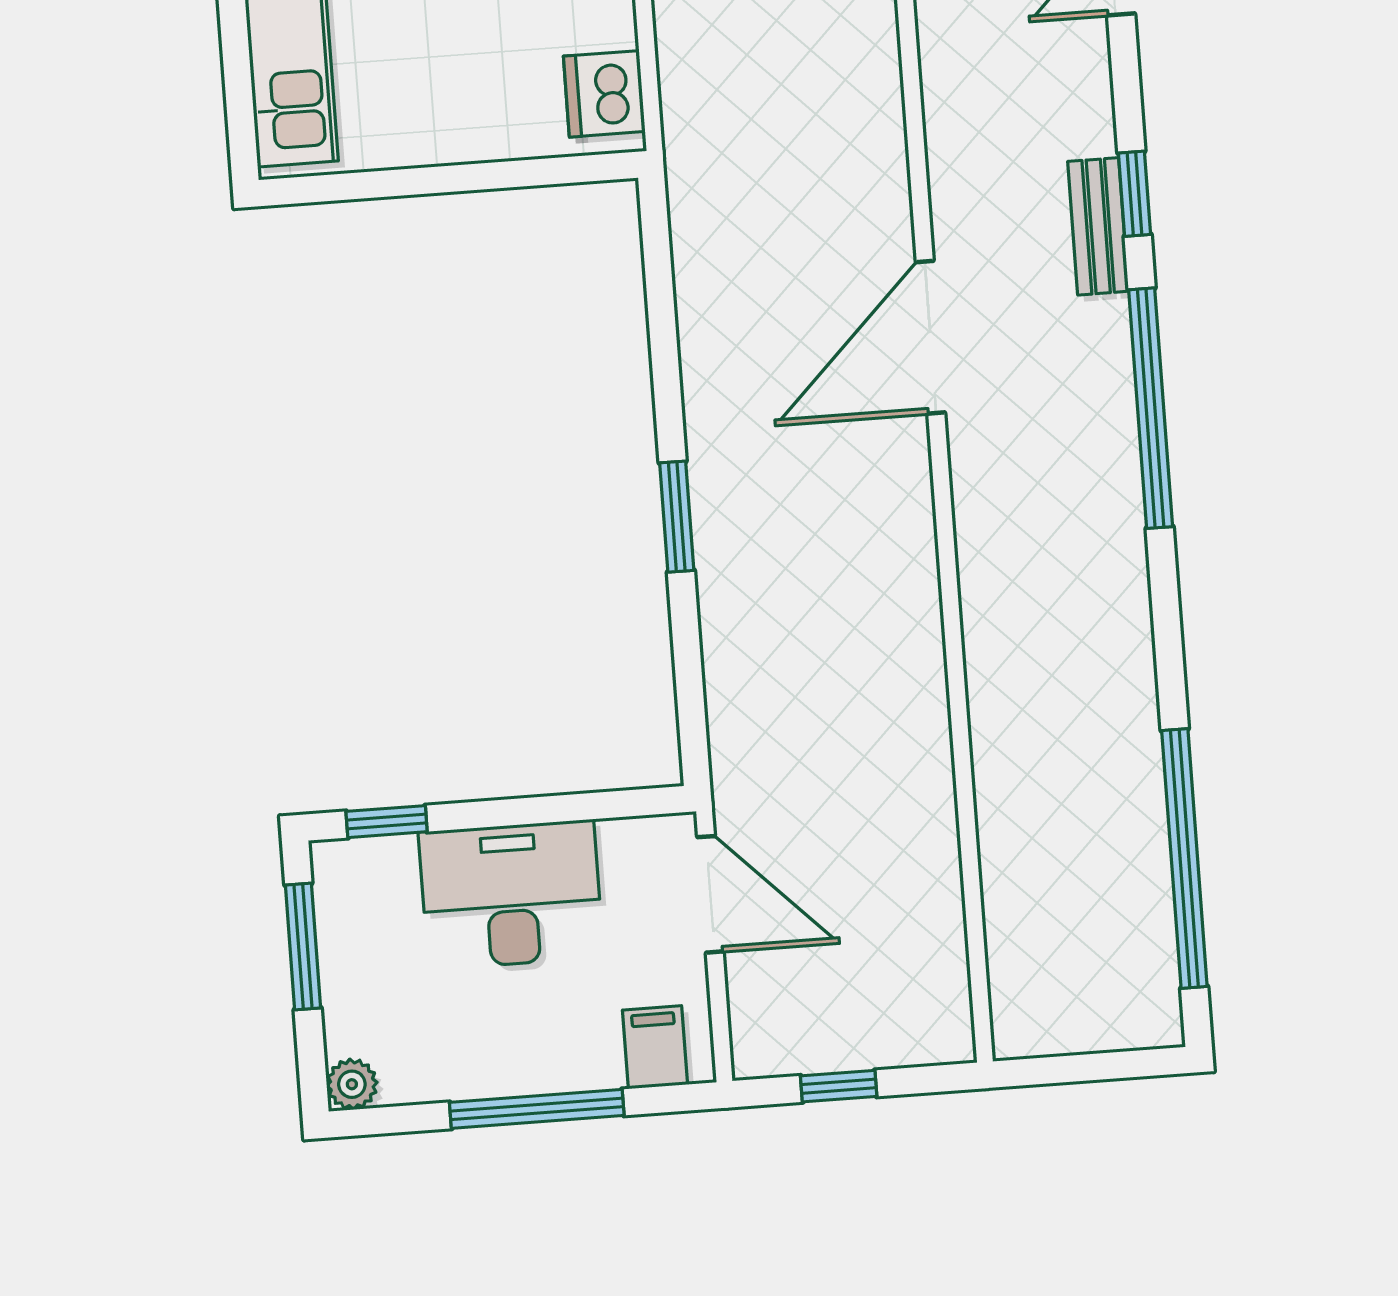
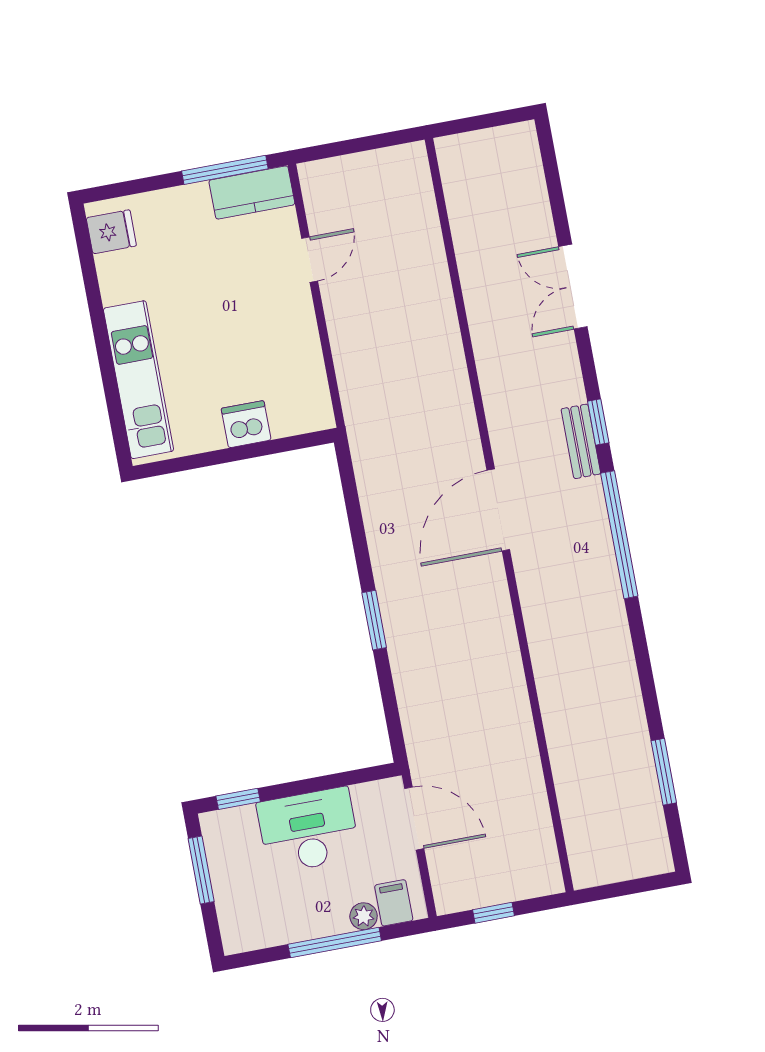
dishwasher: (604, 94) -> (246, 424), moved, turned 90
window: (1184, 858) -> (664, 772), width x0.47
plant: (352, 1084) -> (364, 916), moved

